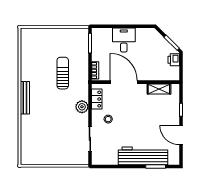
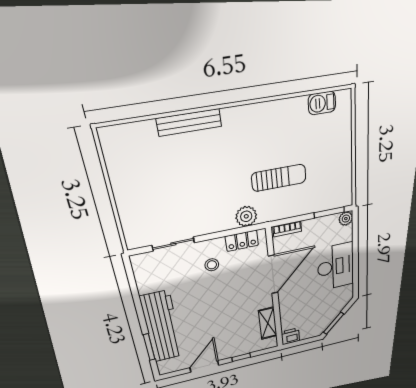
plant: (96, 32) -> (346, 219), added
desk: (124, 40) -> (336, 267), width x1.37
barbecue: (26, 45) -> (322, 103), added
printer: (174, 60) -> (290, 336), moved
bench: (25, 98) -> (189, 122), moved
plant: (82, 107) -> (246, 216), moved

